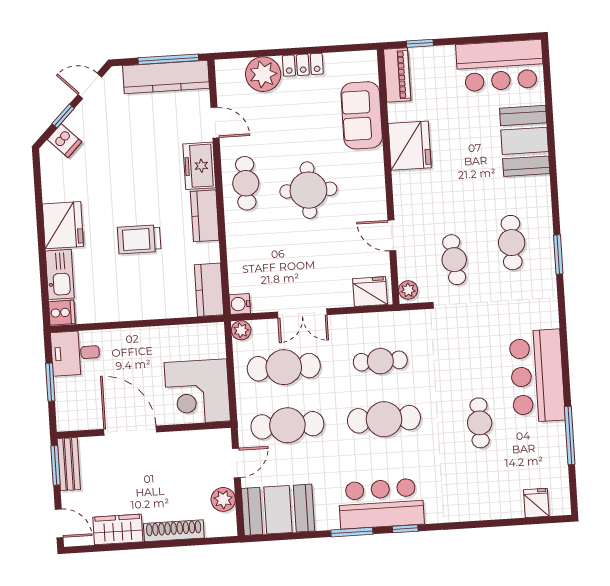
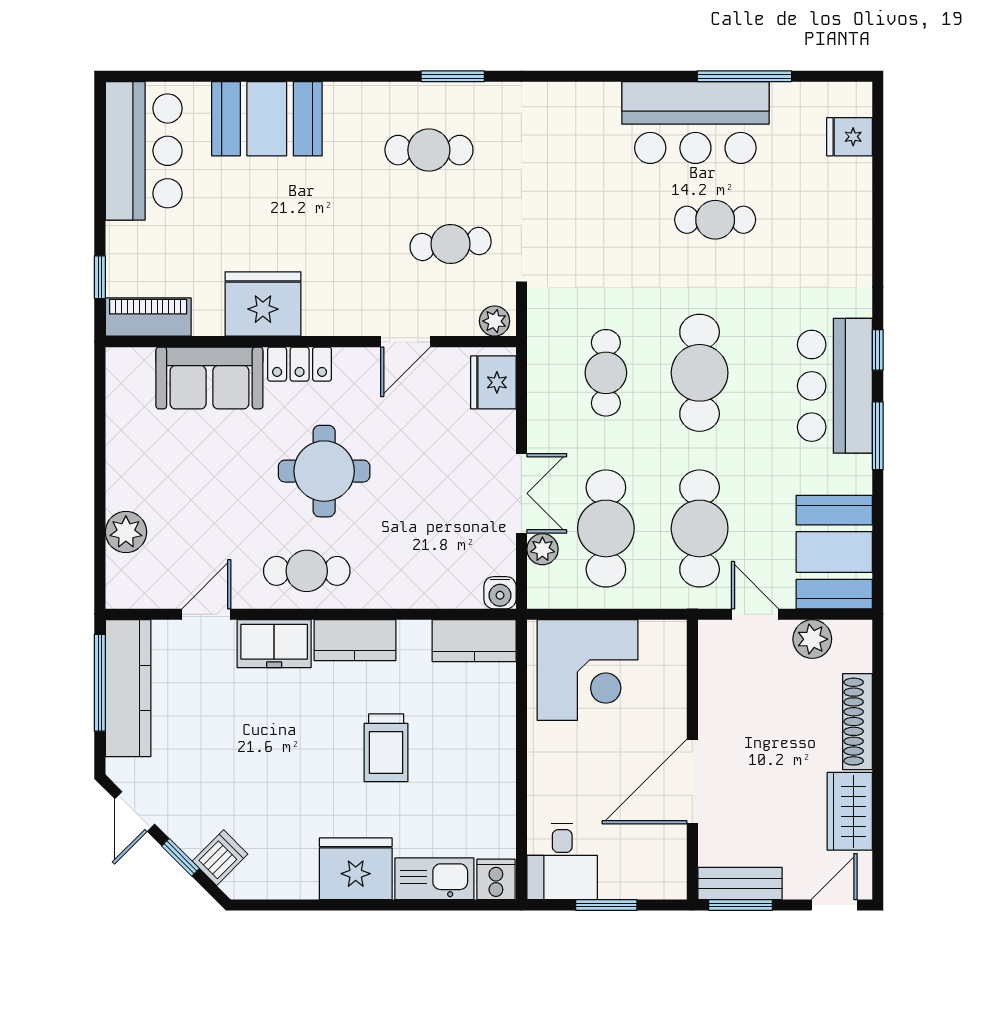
locker: (303, 65) -> (300, 364), moved, turned 90
plant: (263, 74) -> (126, 532), width x0.73, depth x0.73
plant: (241, 330) -> (542, 549), moved
bar counter: (537, 376) -> (695, 123), moved
corner desk: (197, 392) -> (588, 670), moved

